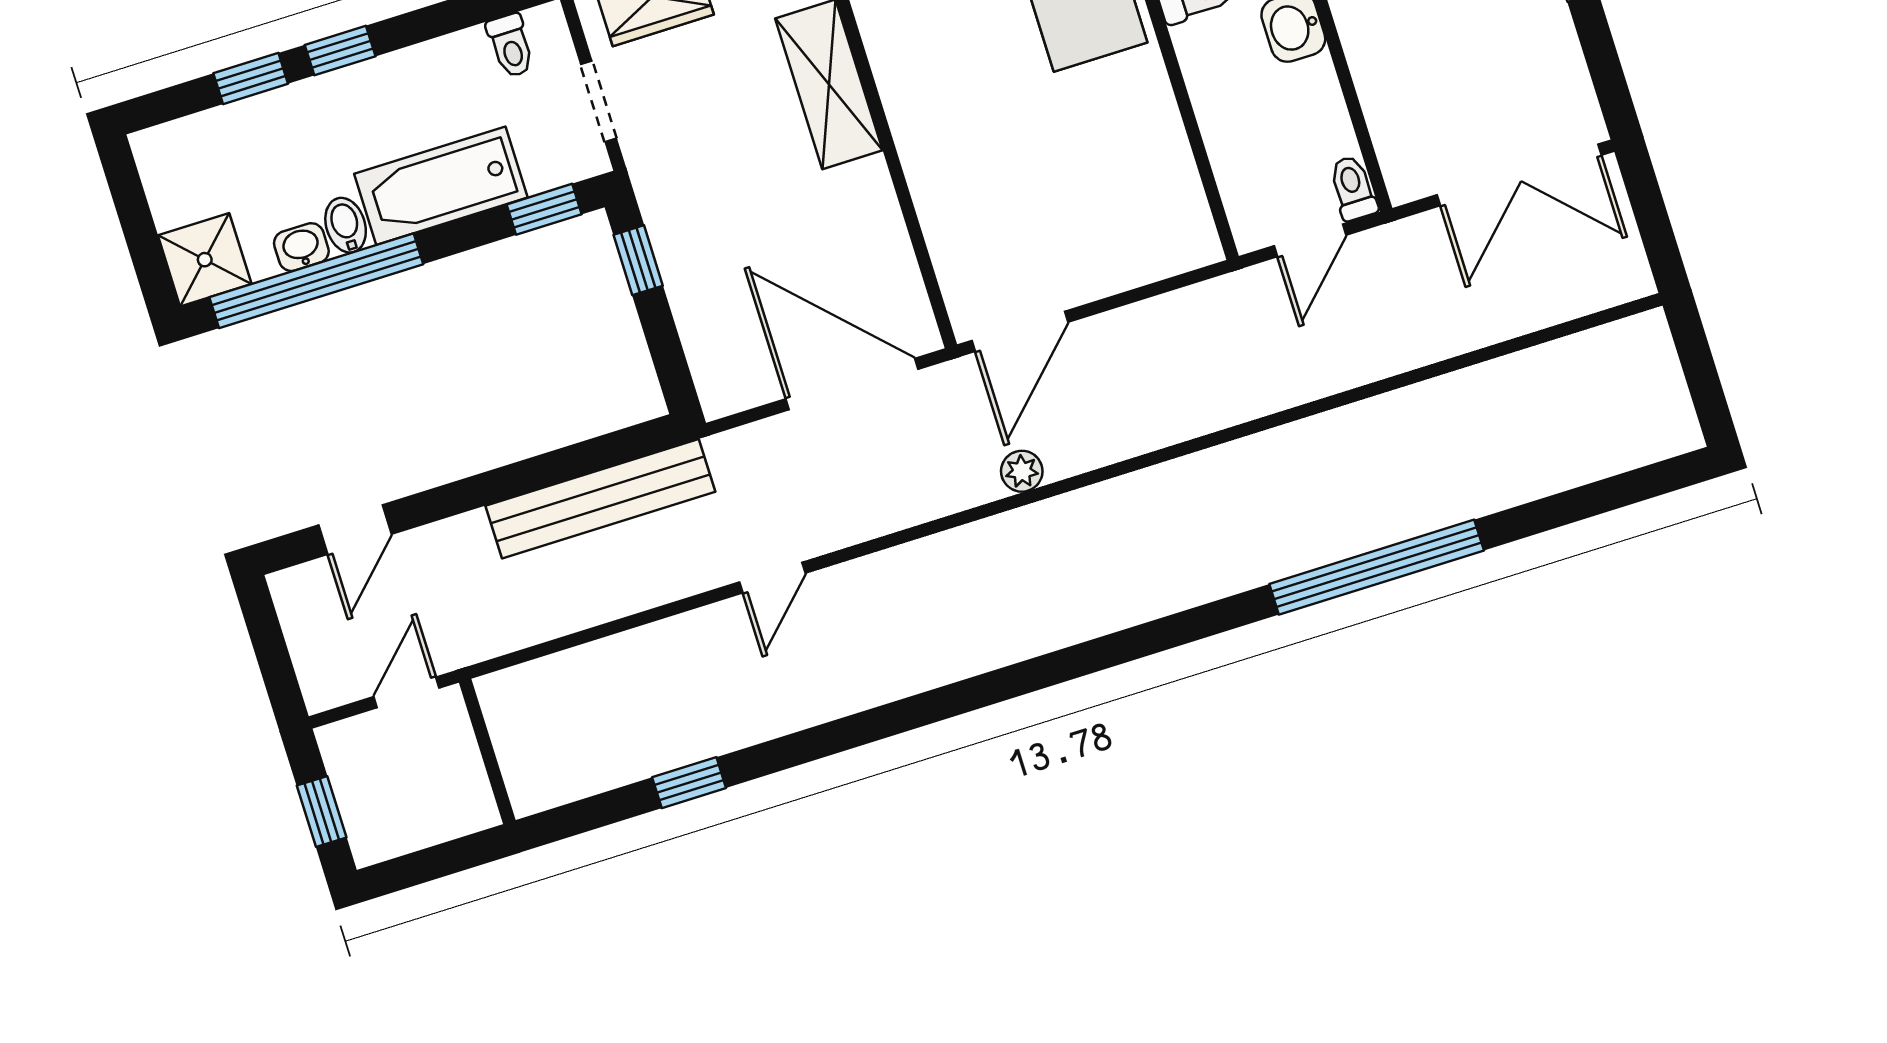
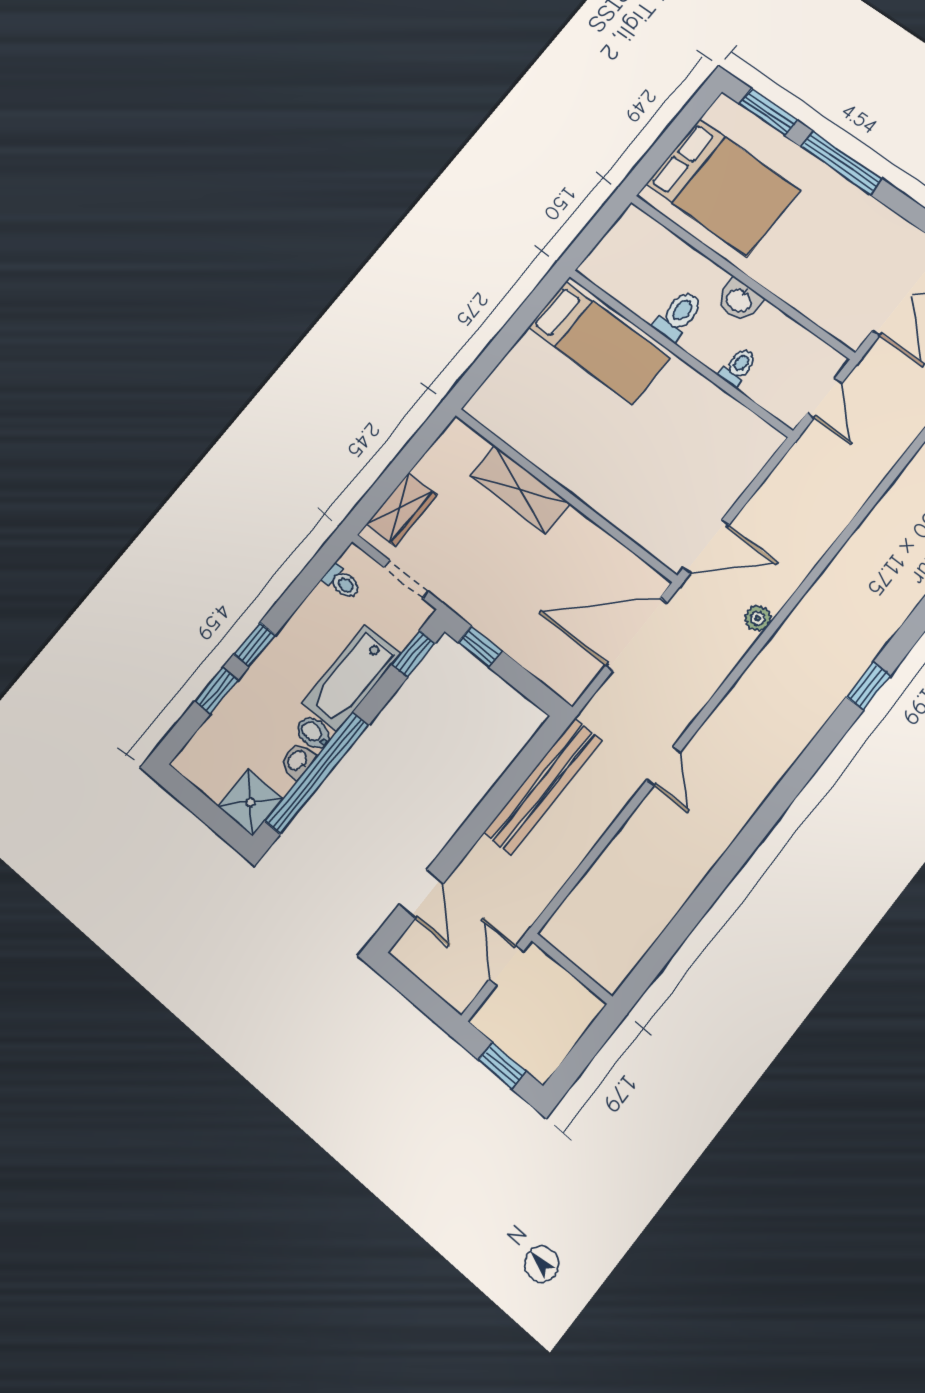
toilet: (1353, 188) -> (738, 367), moved, turned 90
door: (1020, 331) -> (706, 547), hinge flipped
window: (689, 783) -> (868, 686), moved

